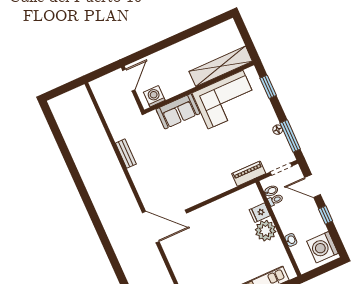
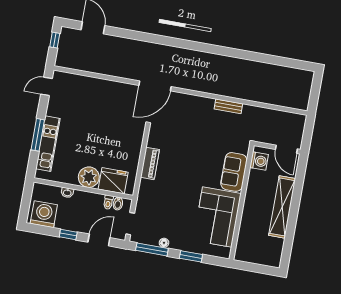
shelving: (221, 66) -> (282, 207), moved
window: (268, 87) -> (191, 256), moved
piano: (249, 174) -> (150, 163), moved
fridge: (260, 213) -> (113, 181), width x1.88, depth x1.34

